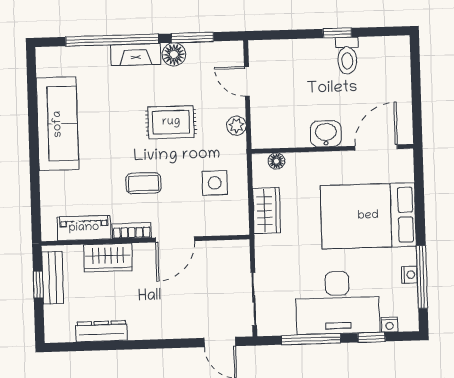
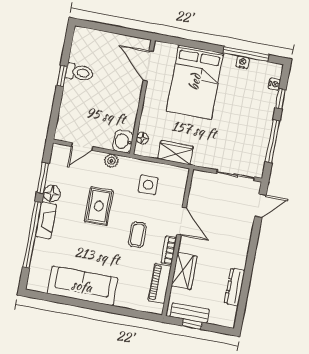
washbasin: (326, 134) -> (123, 141), moved
desk: (338, 303) -> (251, 117), removed

